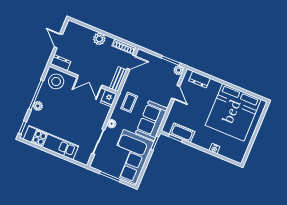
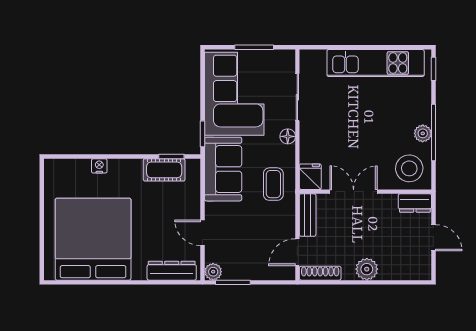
dresser: (200, 79) -> (172, 271), width x1.44
plant: (38, 106) -> (423, 133), moved

